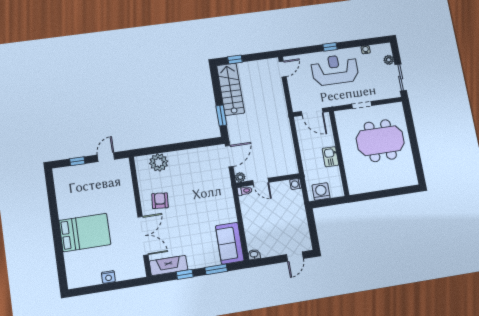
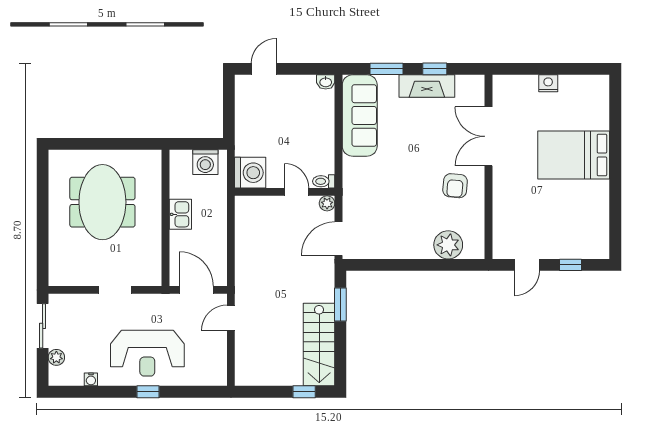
door: (283, 69) -> (231, 318), moved
meeting table: (380, 141) -> (102, 202), moved, turned 90
washing machine: (296, 184) -> (250, 173), width x1.89, depth x1.89
sofa: (230, 243) -> (360, 115), width x1.36
fireplace: (169, 265) -> (427, 86), moved

